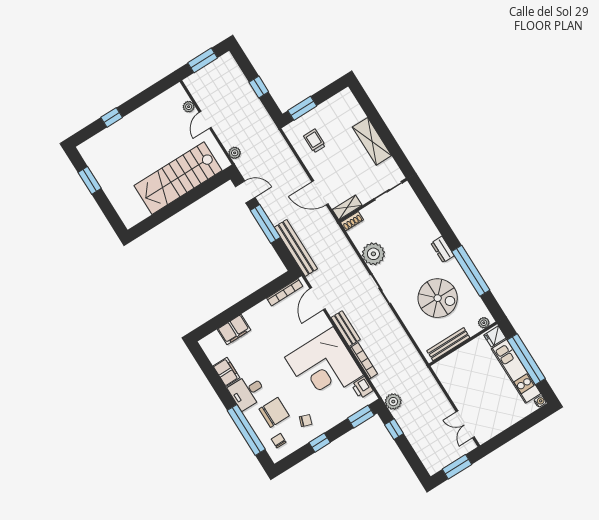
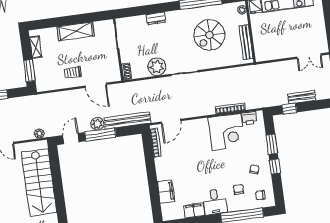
trolley: (315, 141) -> (73, 72), moved
door: (320, 193) -> (96, 85), hinge flipped
shelving: (347, 207) -> (36, 47), moved
dresser: (443, 249) -> (156, 18), moved
spiral stairs: (438, 298) -> (209, 35), turned 180
door: (317, 299) -> (171, 121), hinge flipped
bench: (346, 329) -> (302, 97), moved
corner desk: (324, 366) -> (227, 132), width x0.74, depth x0.74
plant: (393, 402) -> (97, 124), moved
chair: (274, 412) -> (238, 189), width x0.54, depth x0.54
window: (361, 417) -> (272, 144), moved

